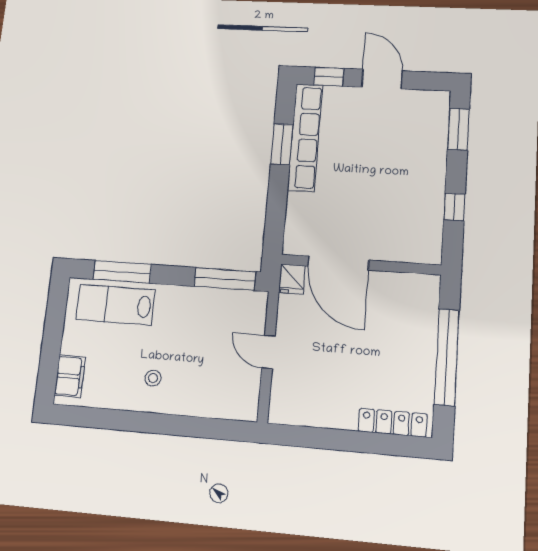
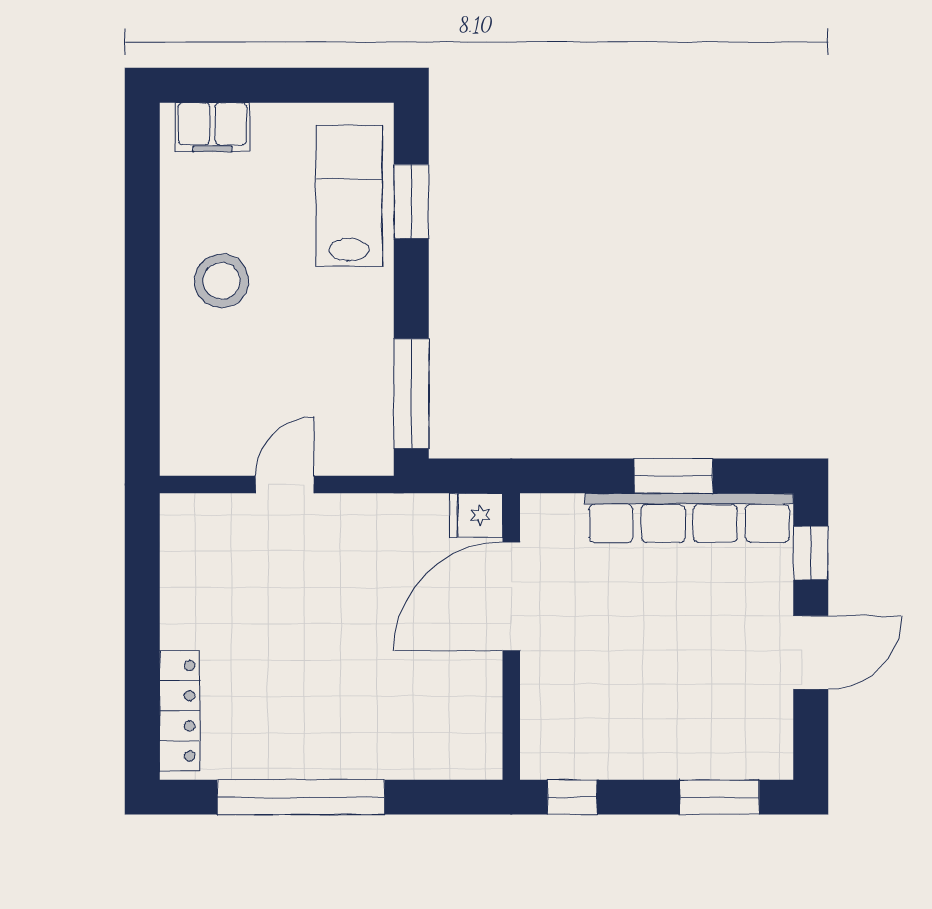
door: (338, 263) -> (511, 597), moved
wall: (360, 265) -> (511, 636), moved
window: (122, 272) -> (411, 202), width x0.69
fridge: (292, 279) -> (476, 515), moved
stool: (153, 378) -> (222, 281), width x1.89, depth x1.89

